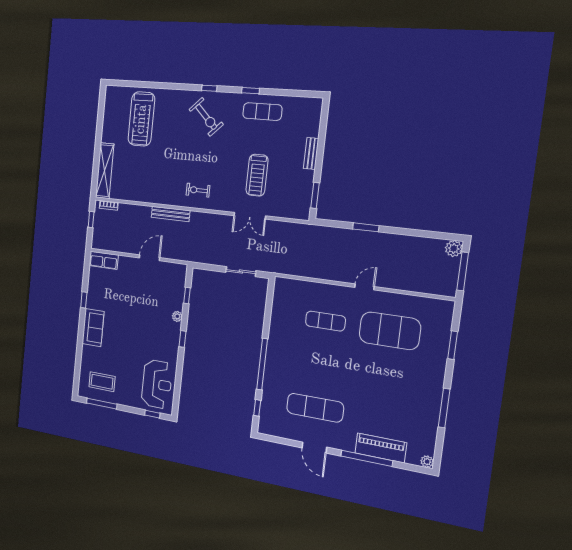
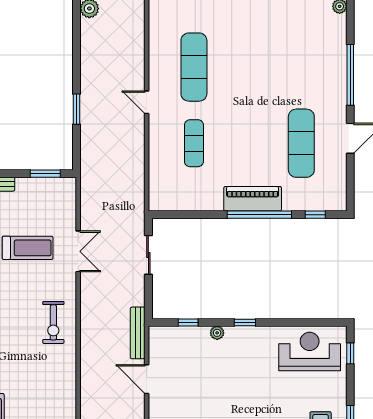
exercise bike: (198, 190) -> (53, 322), width x1.38, depth x1.39
bench: (171, 214) -> (138, 333), moved
exercise mat: (390, 331) -> (194, 67), width x0.68
piano: (381, 448) -> (253, 199), moved, turned 90

